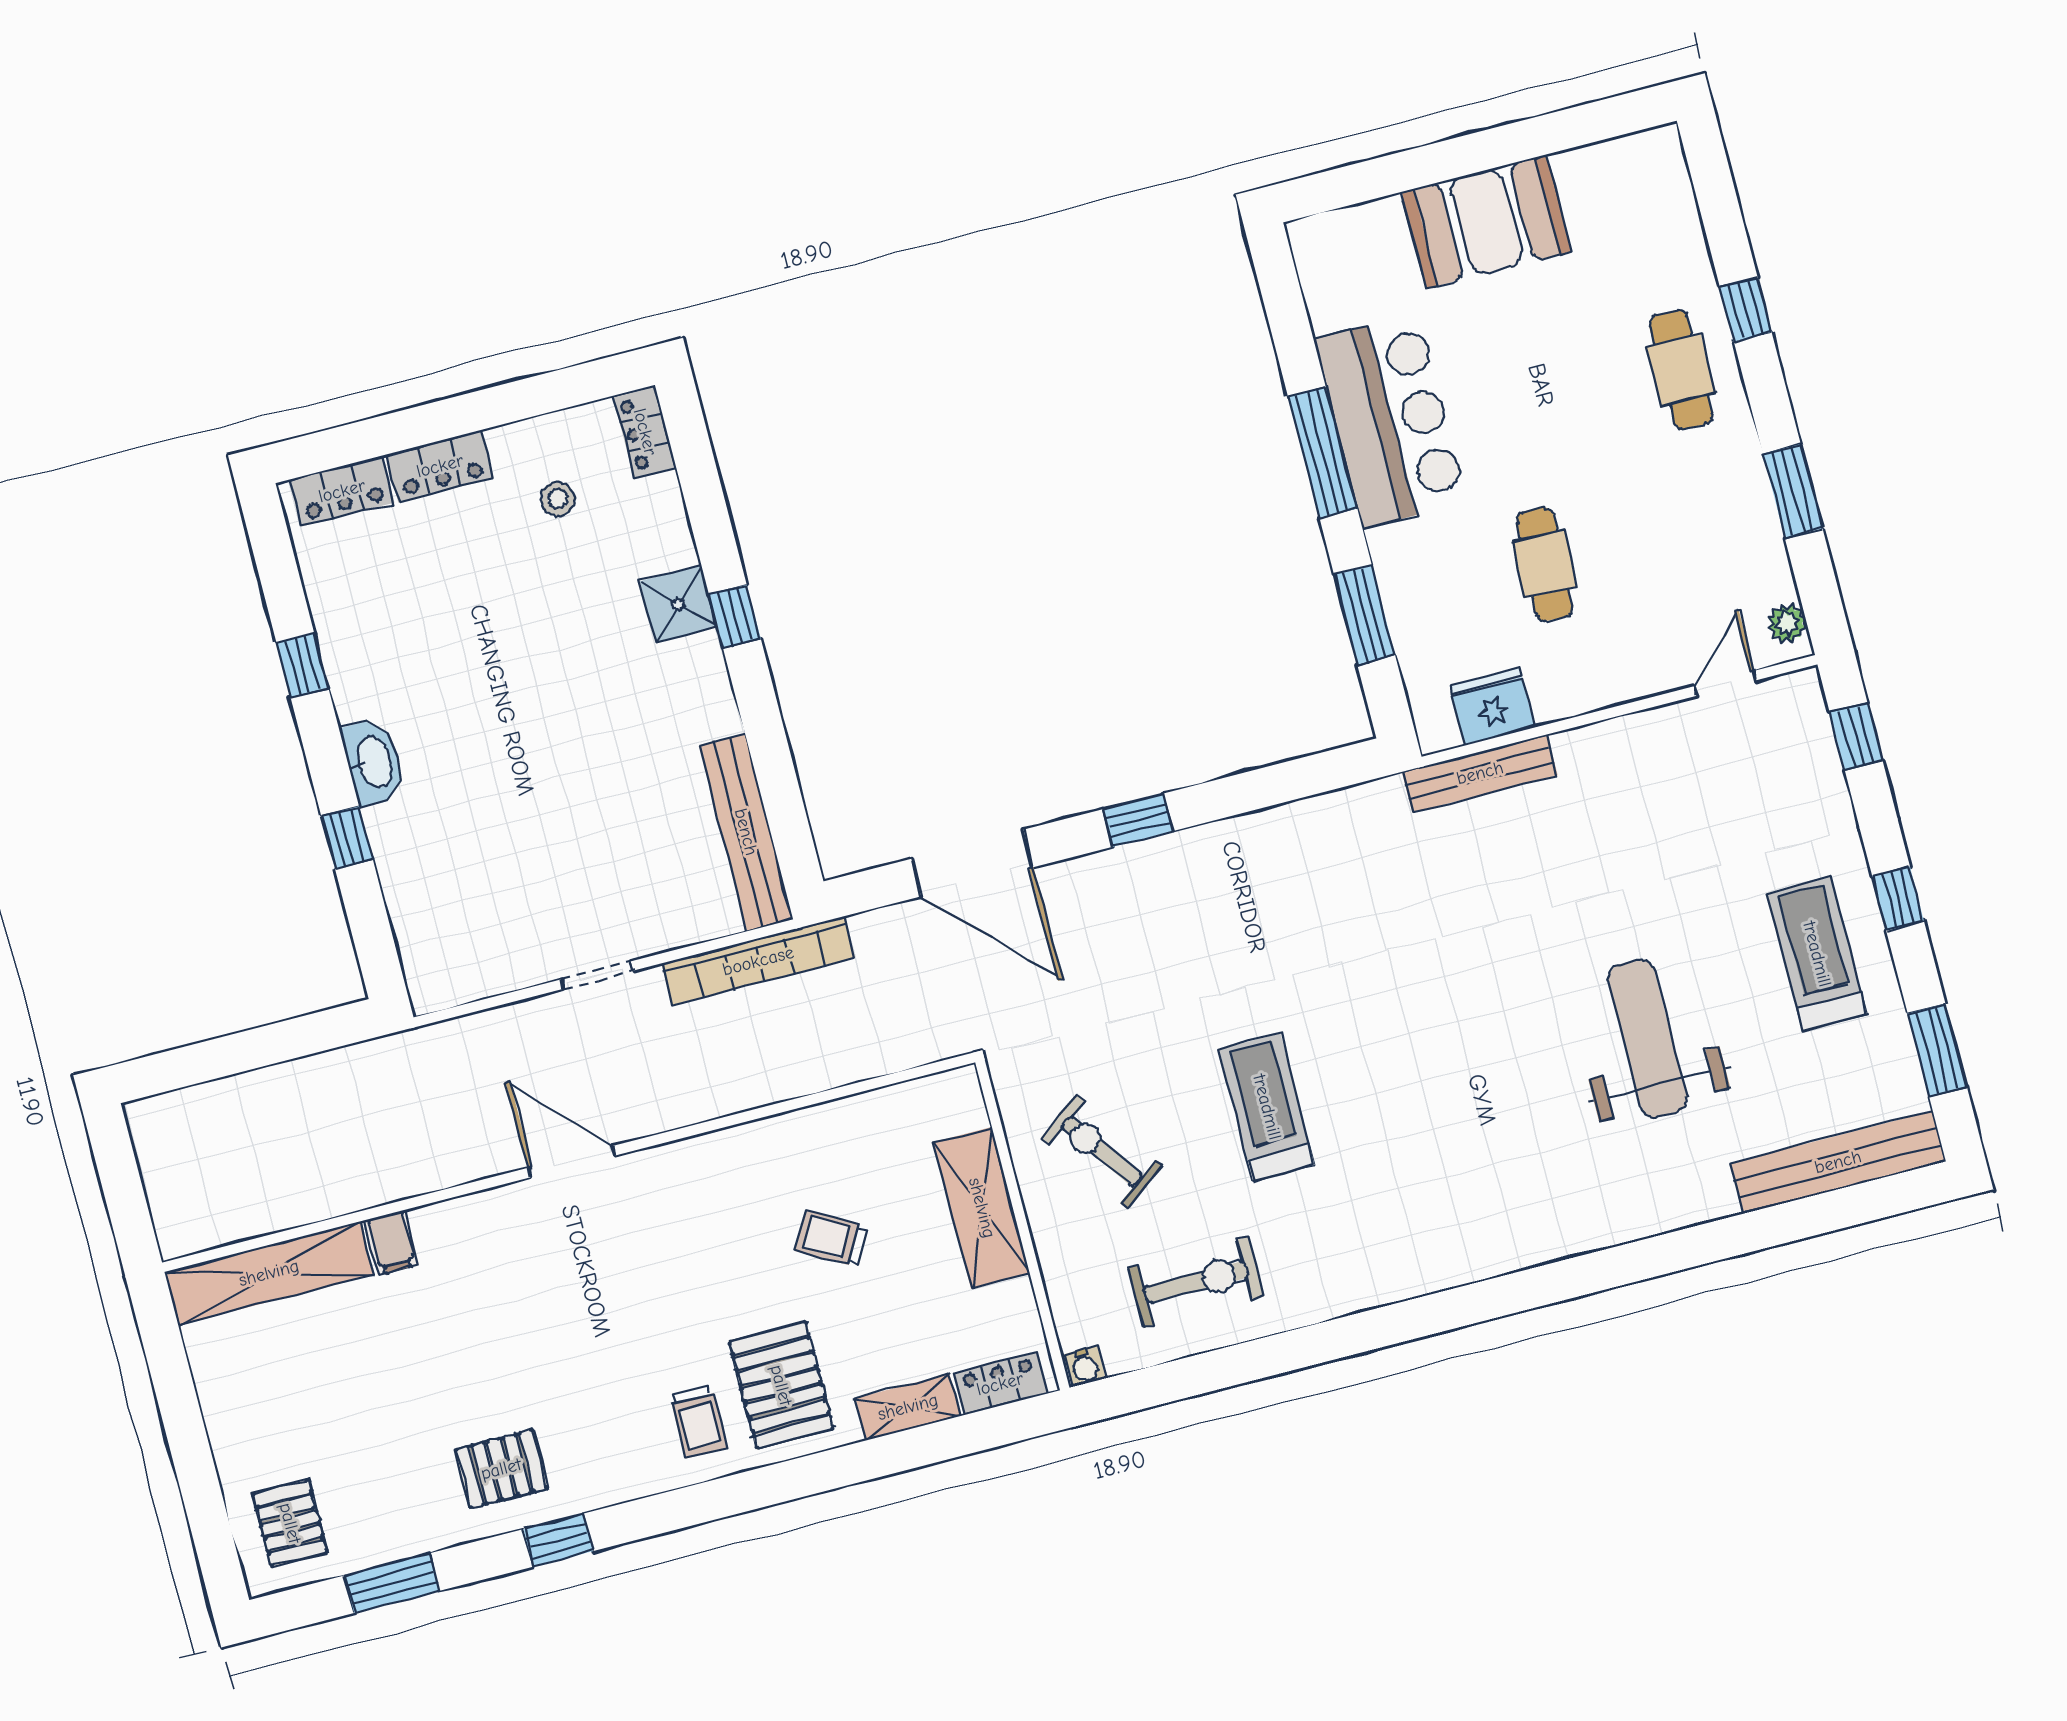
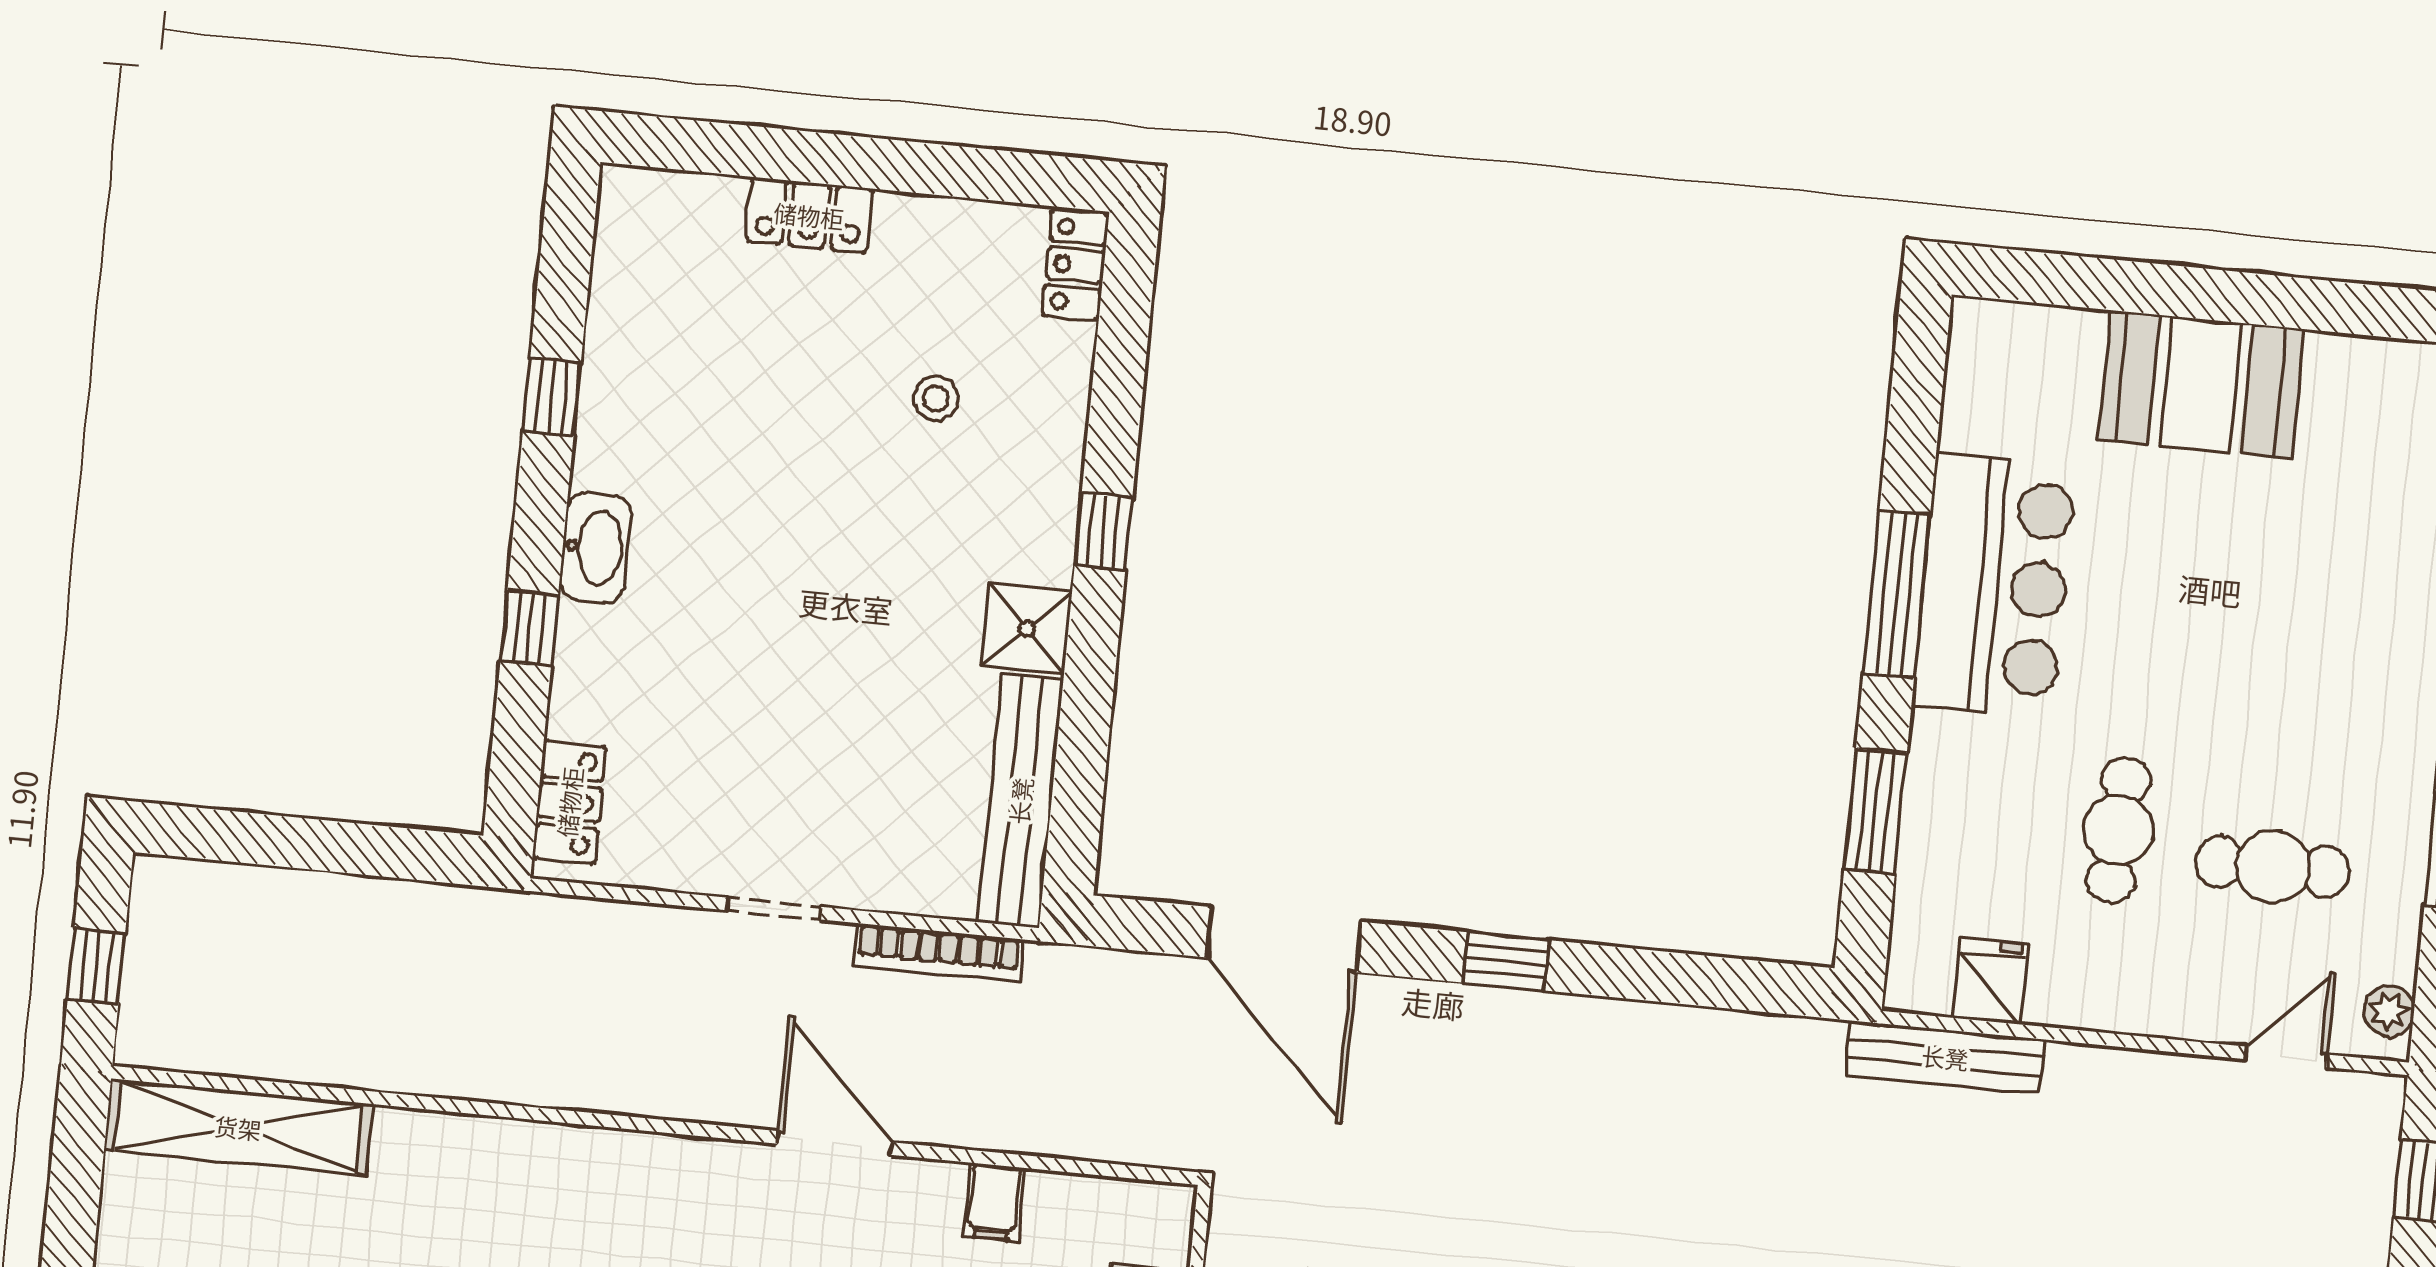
cafe table: (1681, 370) -> (2273, 867), moved, turned 90
locker: (342, 491) -> (569, 802), moved, turned -90
stool: (558, 499) -> (936, 398), moved
shower: (679, 604) -> (1027, 629), moved
fridge: (1492, 707) -> (1991, 981), width x0.72
bookcase: (758, 961) -> (939, 952), width x0.68, depth x0.76
door: (572, 1162) -> (835, 1143), moved
window: (124, 1195) -> (96, 966), added
filing cabinet: (391, 1243) -> (994, 1202), moved

